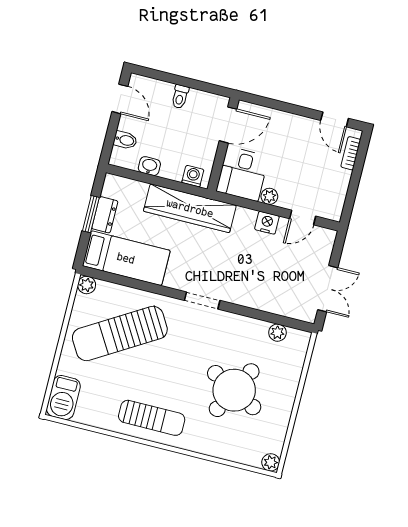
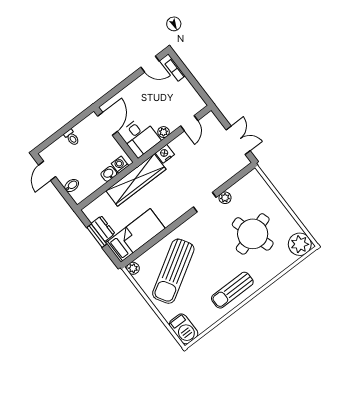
door: (120, 99) -> (47, 171), swing flipped
washbasin: (149, 166) -> (109, 174), moved
nightstand: (267, 223) -> (165, 154), moved
doorway: (202, 300) -> (205, 202), moved
plant: (277, 333) -> (225, 198), moved
round table: (234, 390) -> (253, 234), turned 45
sun lounger: (152, 418) -> (232, 290), turned 180
plant: (271, 462) -> (300, 244), width x1.87, depth x1.87

